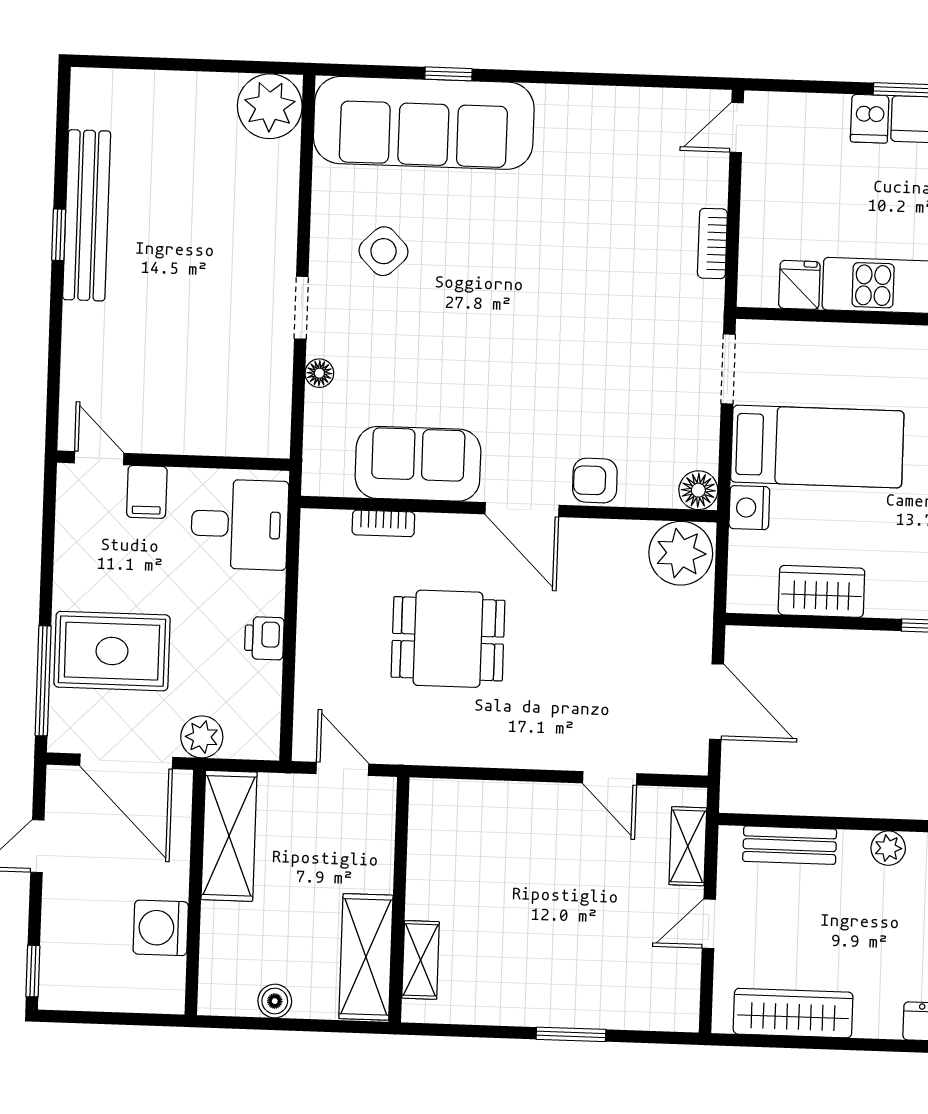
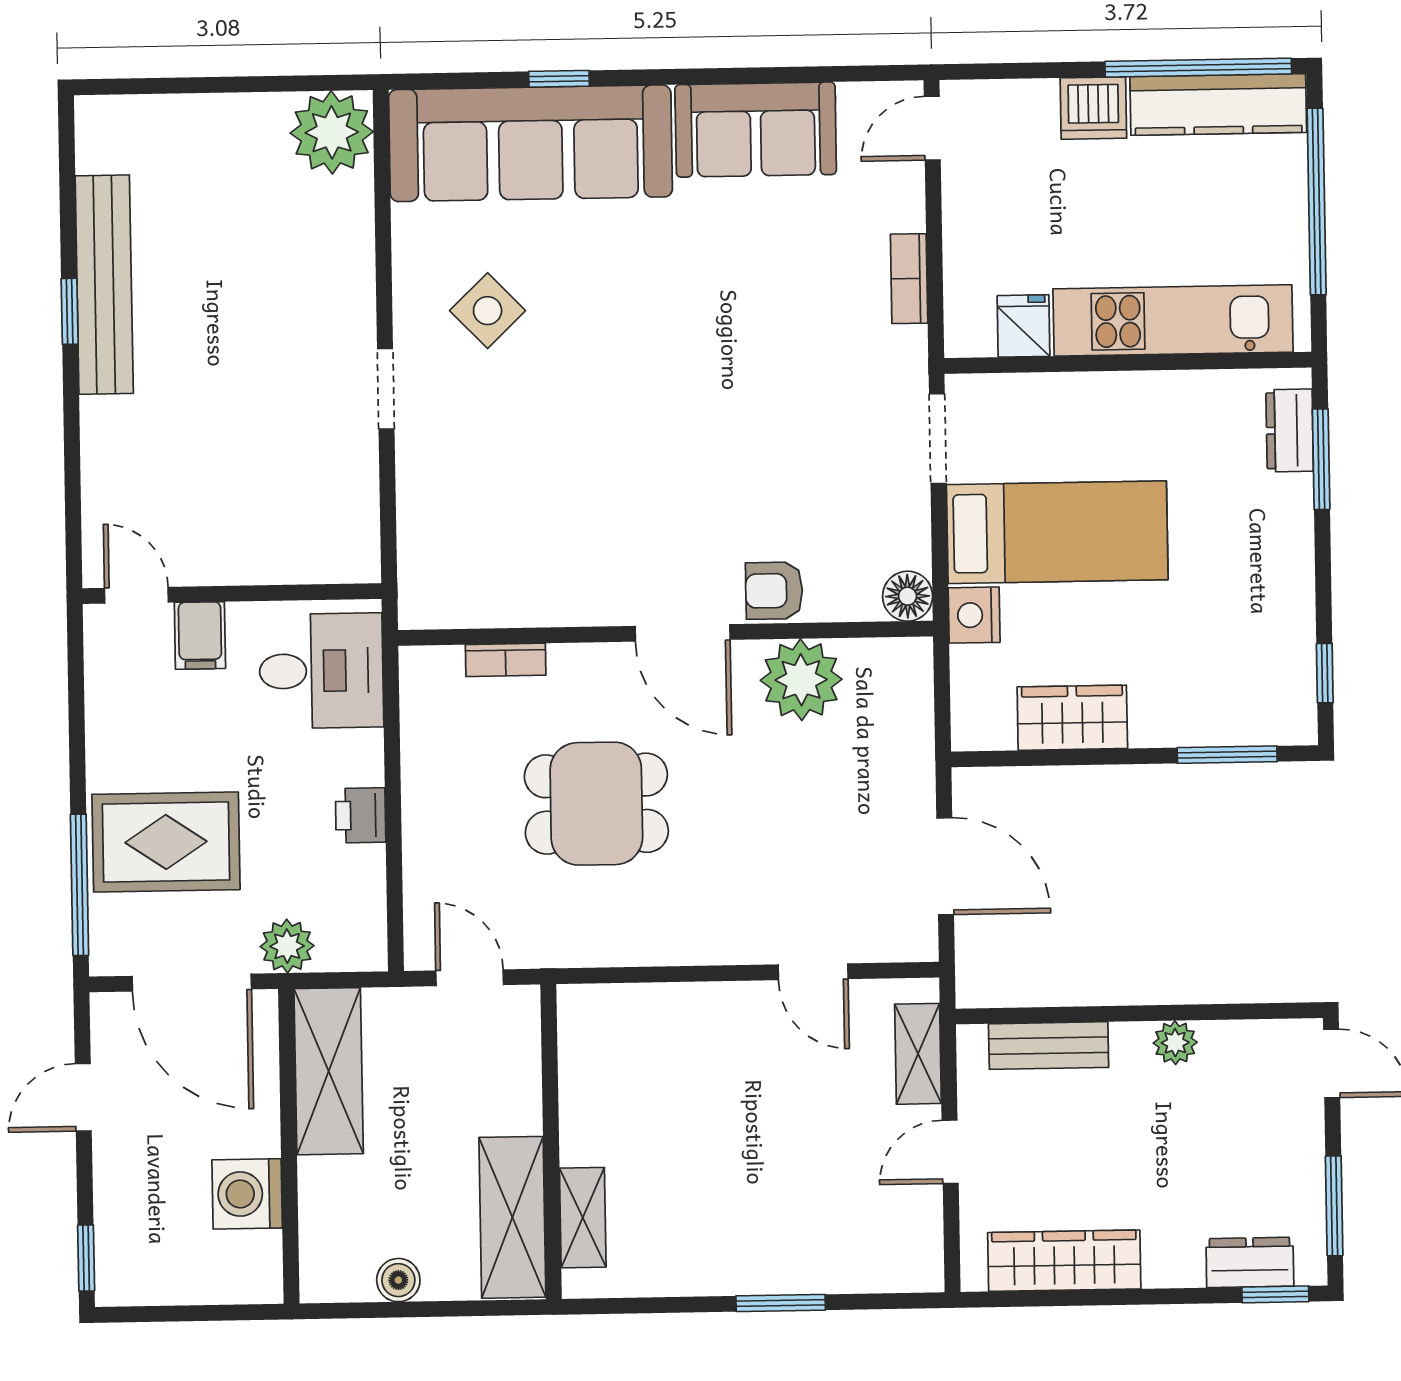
dishwasher: (870, 119) -> (1093, 108), width x1.38
floor lamp: (319, 373) -> (413, 471), removed
sofa: (418, 464) -> (756, 130), moved, turned 180
plant: (681, 553) -> (801, 680), moved

